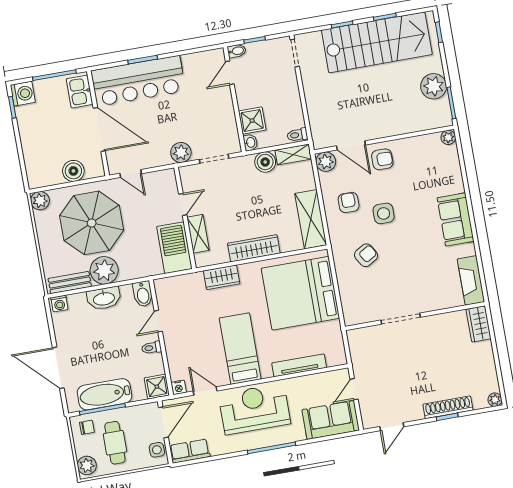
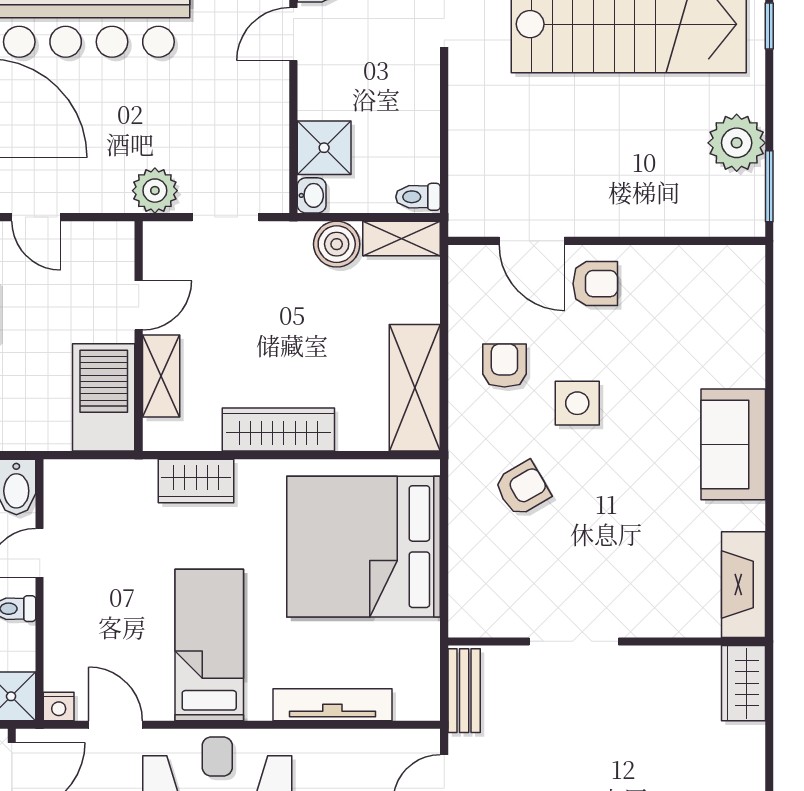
plant: (448, 137) -> (749, 261), removed
plant: (326, 162) -> (470, 267), removed
bench: (356, 349) -> (464, 691), added

